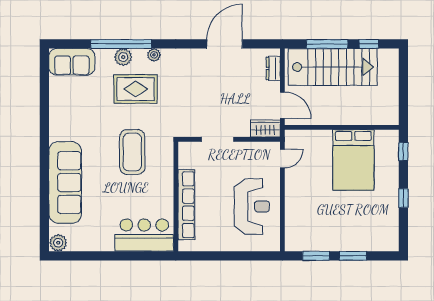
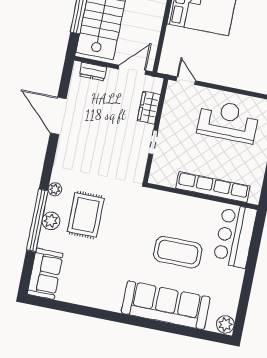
wardrobe: (265, 129) -> (149, 108), moved
doorway: (218, 139) -> (153, 142), width x0.73
coffee table: (132, 152) -> (178, 252), moved

